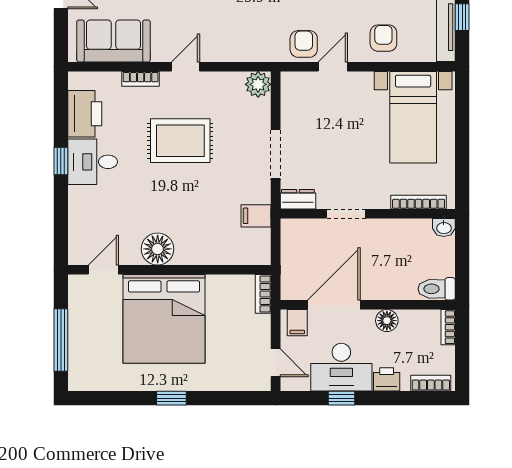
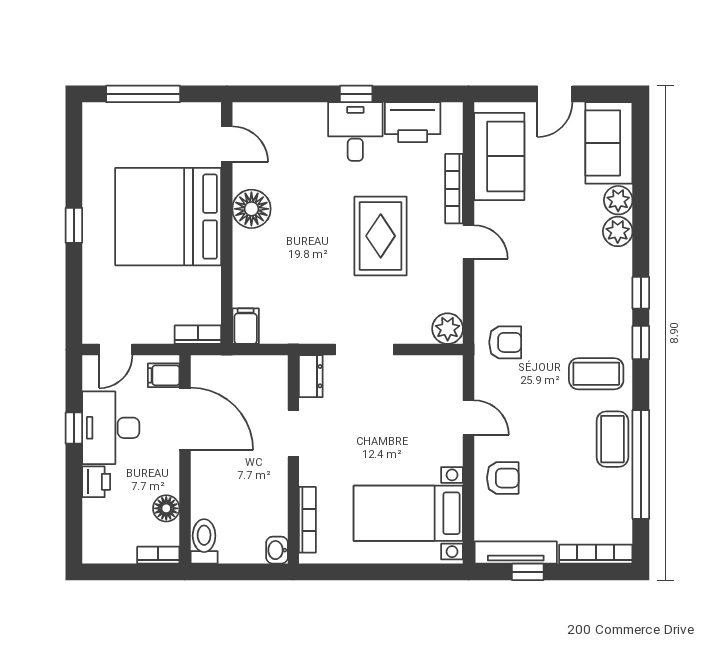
armchair: (304, 44) -> (505, 342), moved
bookcase: (141, 79) -> (454, 189), width x1.56
filing cabinet: (256, 216) -> (246, 326), moved
floor lamp: (387, 321) -> (166, 508), moved
bookcase: (431, 383) -> (92, 534), removed

